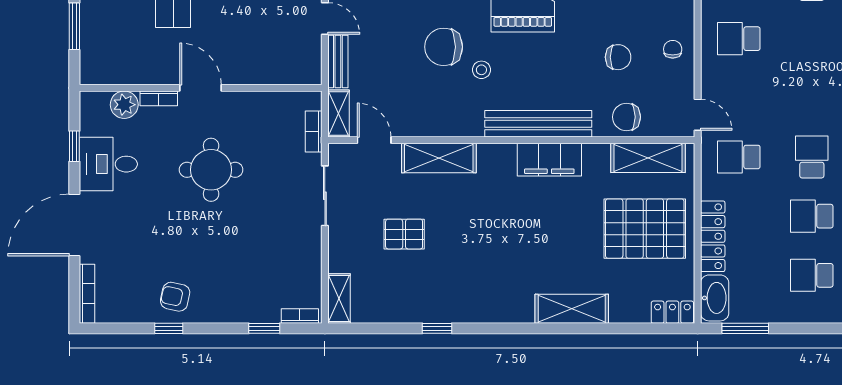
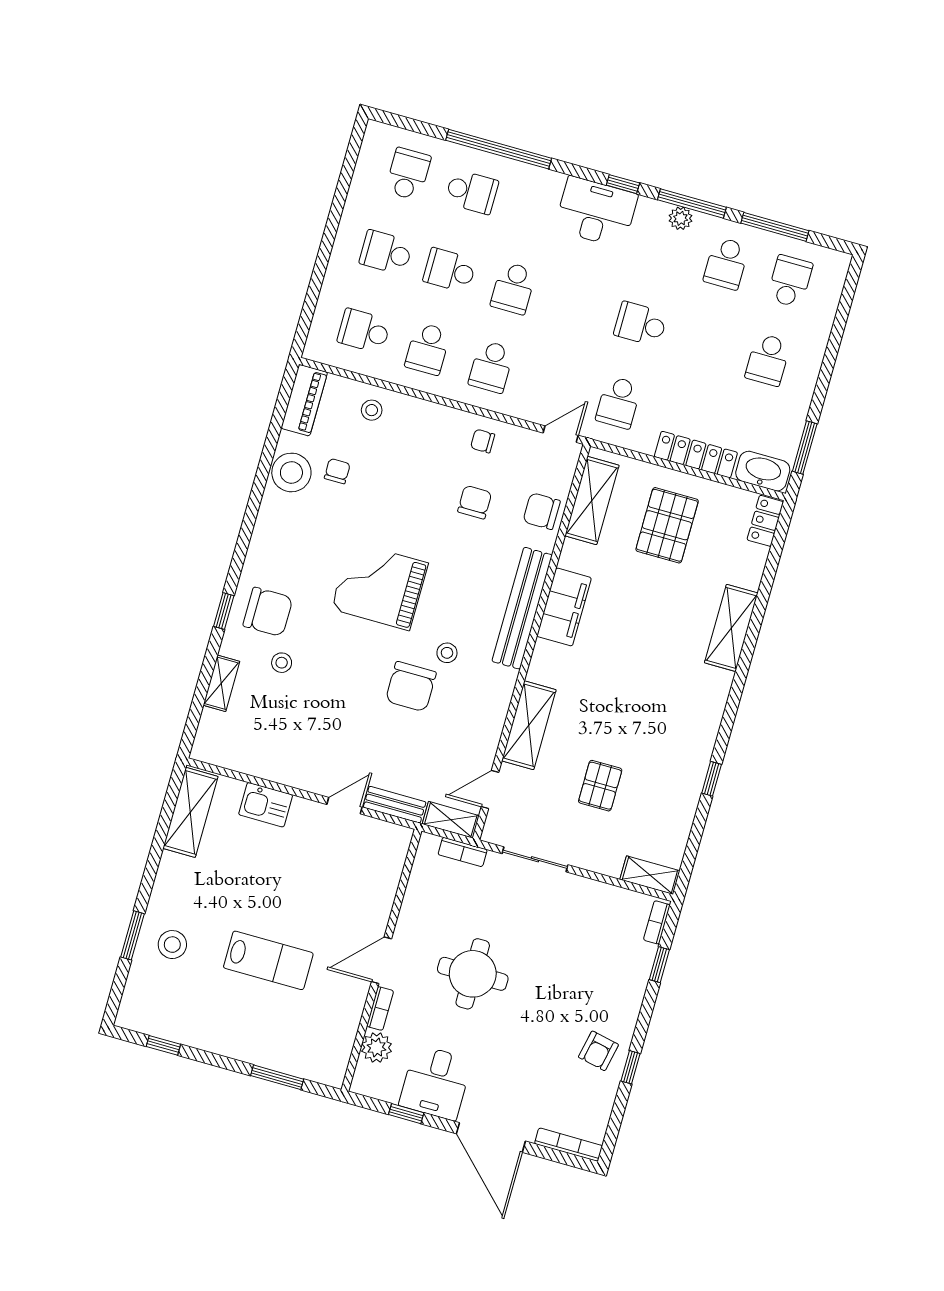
chair: (626, 117) -> (542, 511), turned 90
school desk: (812, 216) -> (513, 288), moved
pallet: (645, 229) -> (667, 525), width x0.73, depth x0.71

